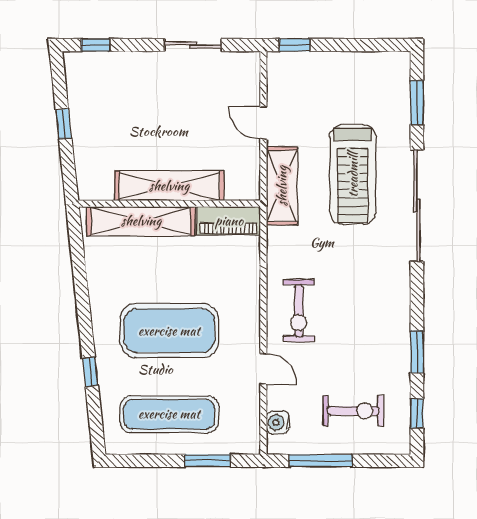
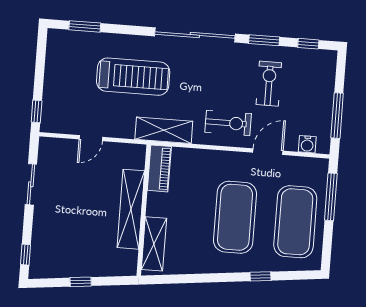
shelving: (282, 186) -> (164, 130), moved
sliding door: (417, 206) -> (195, 35), moved
shelving: (141, 221) -> (154, 244), width x0.68
door: (263, 369) -> (268, 152), width x1.38
exercise bike: (353, 411) -> (269, 84), moved
exercise mat: (169, 414) -> (295, 222), width x1.47
window: (208, 461) -> (331, 197), width x1.44

